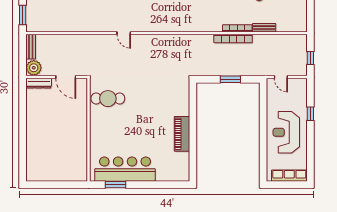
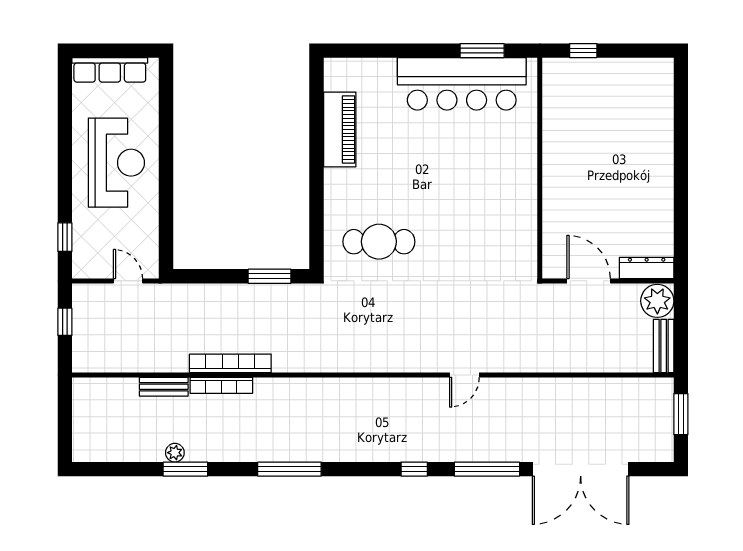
door: (124, 33) -> (464, 375), swing flipped
window: (230, 79) -> (270, 276), moved
cafe table: (108, 99) -> (379, 242), moved
window: (310, 114) -> (65, 237), moved
piano: (182, 134) -> (340, 130), moved
window: (68, 185) -> (583, 51), added

